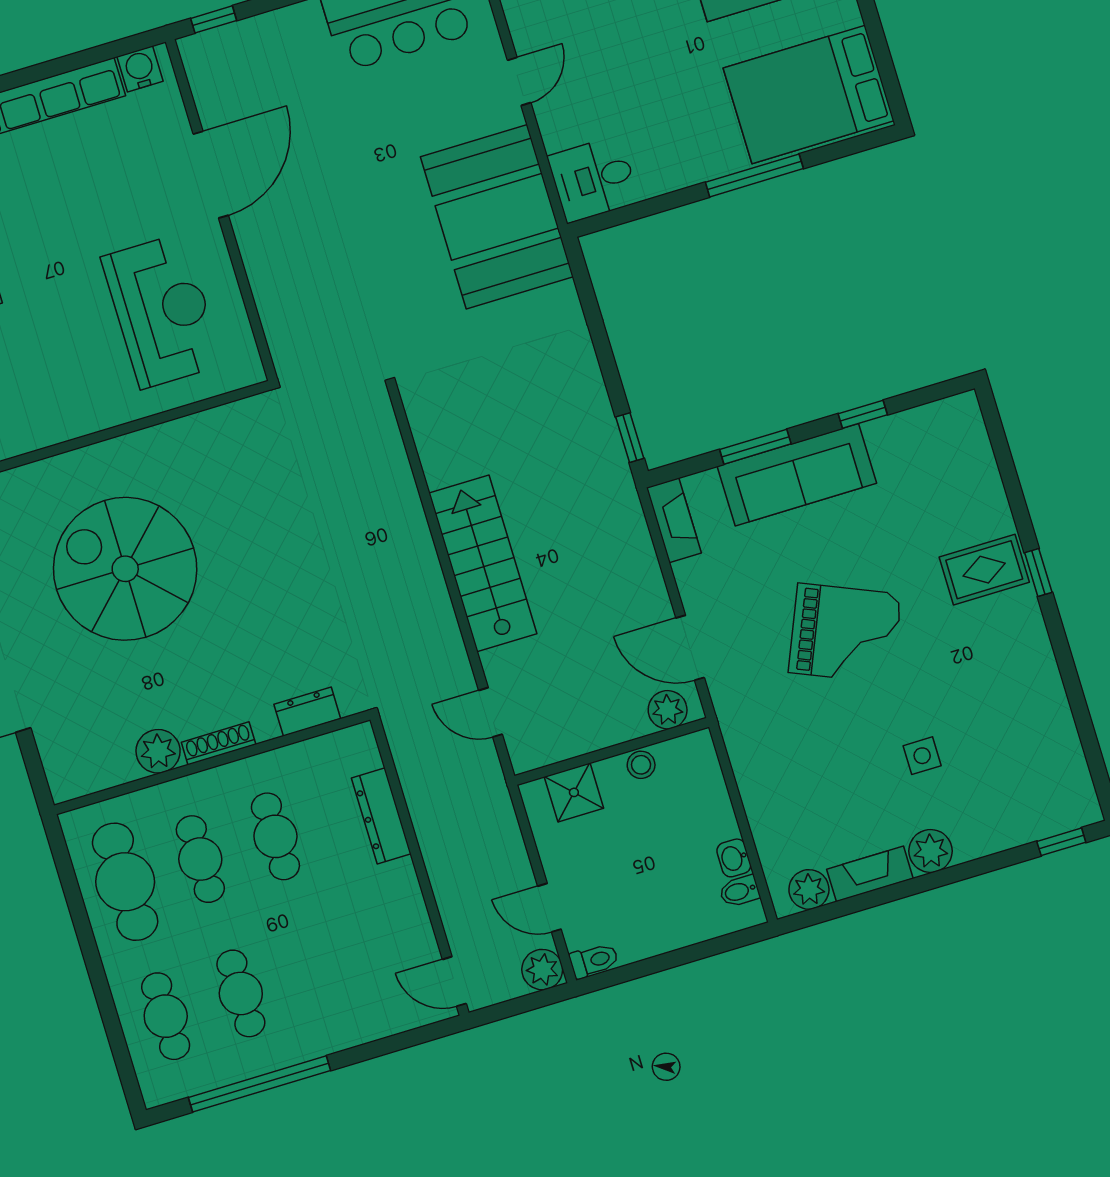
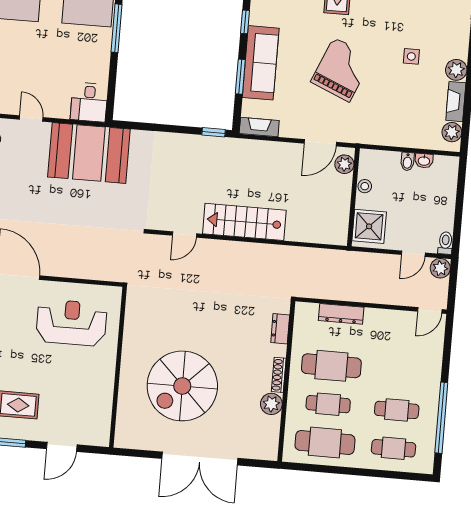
door: (490, 712) -> (185, 235), moved
shower: (574, 792) -> (369, 226), width x1.36, depth x1.36
cafe table: (275, 836) -> (331, 366), width x1.37, depth x1.35
bidet: (739, 891) -> (407, 161), moved

